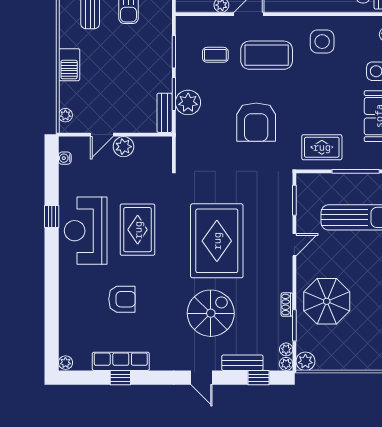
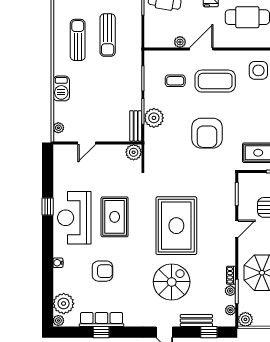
plant: (124, 147) -> (134, 152), moved
water cooler: (65, 158) -> (58, 263), moved
plant: (72, 341) -> (64, 304), added
plant: (286, 364) -> (230, 291), moved

